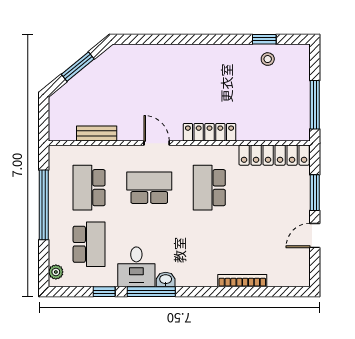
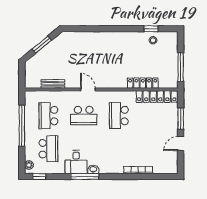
locker: (209, 132) -> (143, 83), moved
school desk: (149, 188) -> (84, 116), turned 180
window: (104, 292) -> (39, 177), moved

